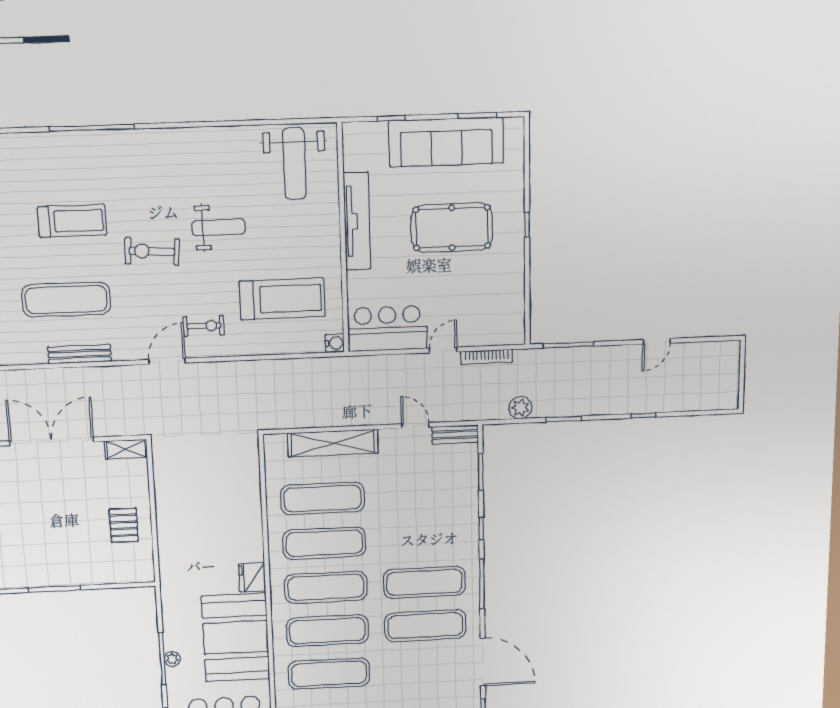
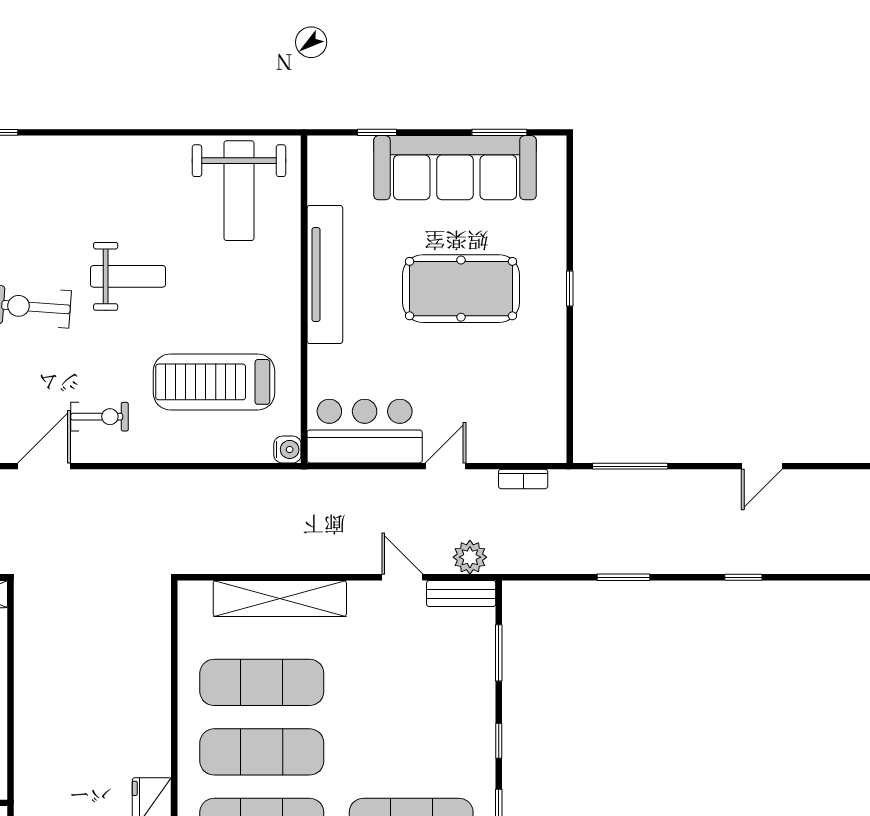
treadmill: (282, 299) -> (214, 382), turned 180
bookcase: (487, 357) -> (523, 479), width x0.64
plant: (520, 408) -> (470, 557), moved

